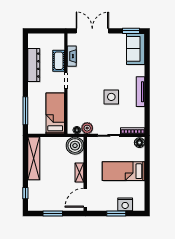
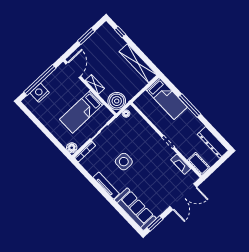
sofa: (136, 49) -> (135, 209), width x1.36
cot: (59, 61) -> (199, 164), moved
dresser: (34, 65) -> (213, 142), moved
window: (25, 111) -> (189, 105), moved
bed: (55, 113) -> (167, 98), moved
plant: (87, 128) -> (120, 122), removed
bed: (123, 171) -> (81, 112), moved, turned 180
window: (116, 213) -> (40, 80), width x2.11

